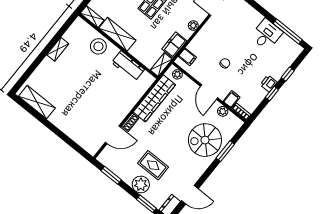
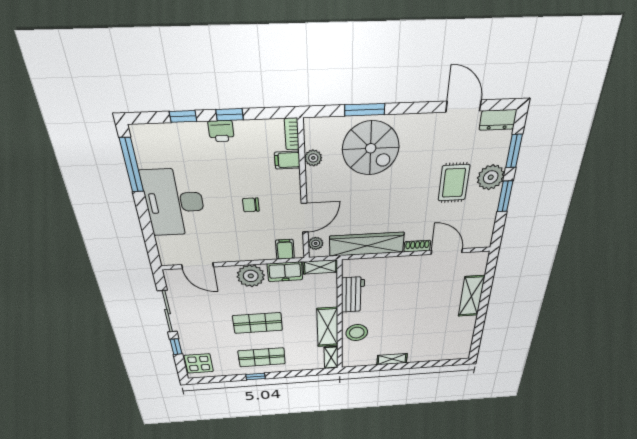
plant: (193, 26) -> (251, 276), width x1.87, depth x1.87
desk: (267, 35) -> (174, 203), width x1.87, depth x1.30
door: (209, 92) -> (305, 218), moved
shelving: (37, 102) -> (471, 296), moved
window: (111, 175) -> (505, 196), moved

